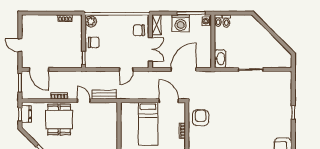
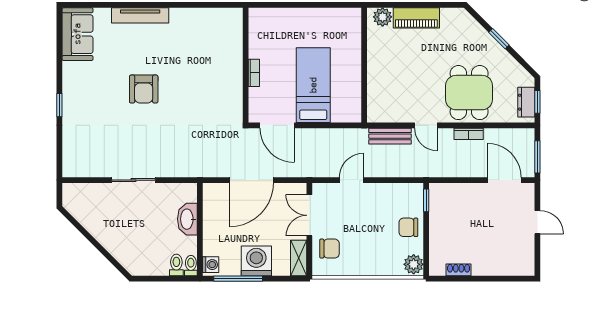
washbasin: (220, 59) -> (187, 219), moved
armchair: (201, 118) -> (144, 89), moved

